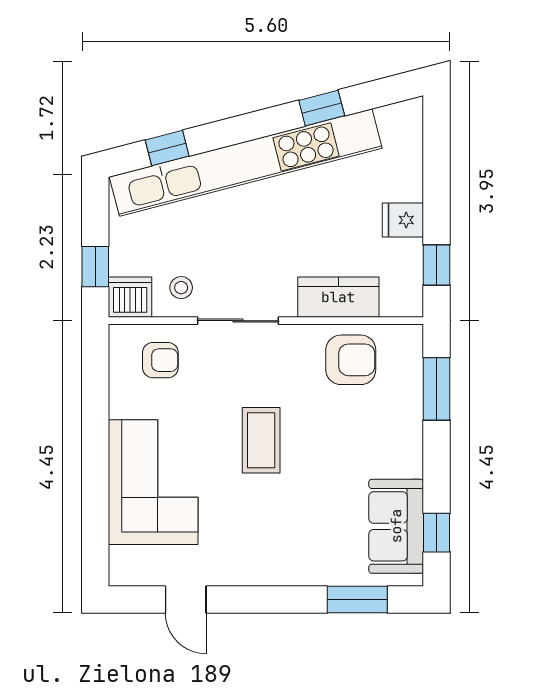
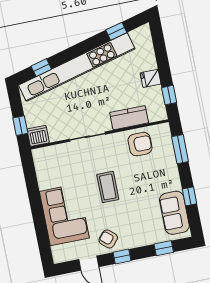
window: (322, 108) -> (116, 31), moved
stool: (181, 288) -> (60, 127), removed
armchair: (160, 360) -> (108, 239), moved, turned -140
window: (437, 533) -> (189, 196), moved
window: (262, 600) -> (122, 256), added
window: (357, 600) -> (164, 248), width x0.67

